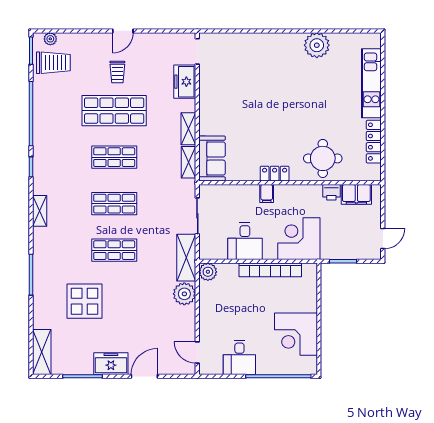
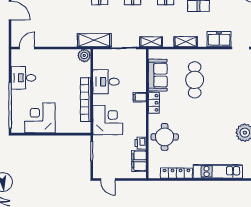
cafe table: (242, 116) -> (195, 80), added
sofa: (212, 159) -> (158, 75), moved, turned -90
shelving: (189, 162) -> (151, 42), moved
plant: (184, 294) -> (69, 39), removed

